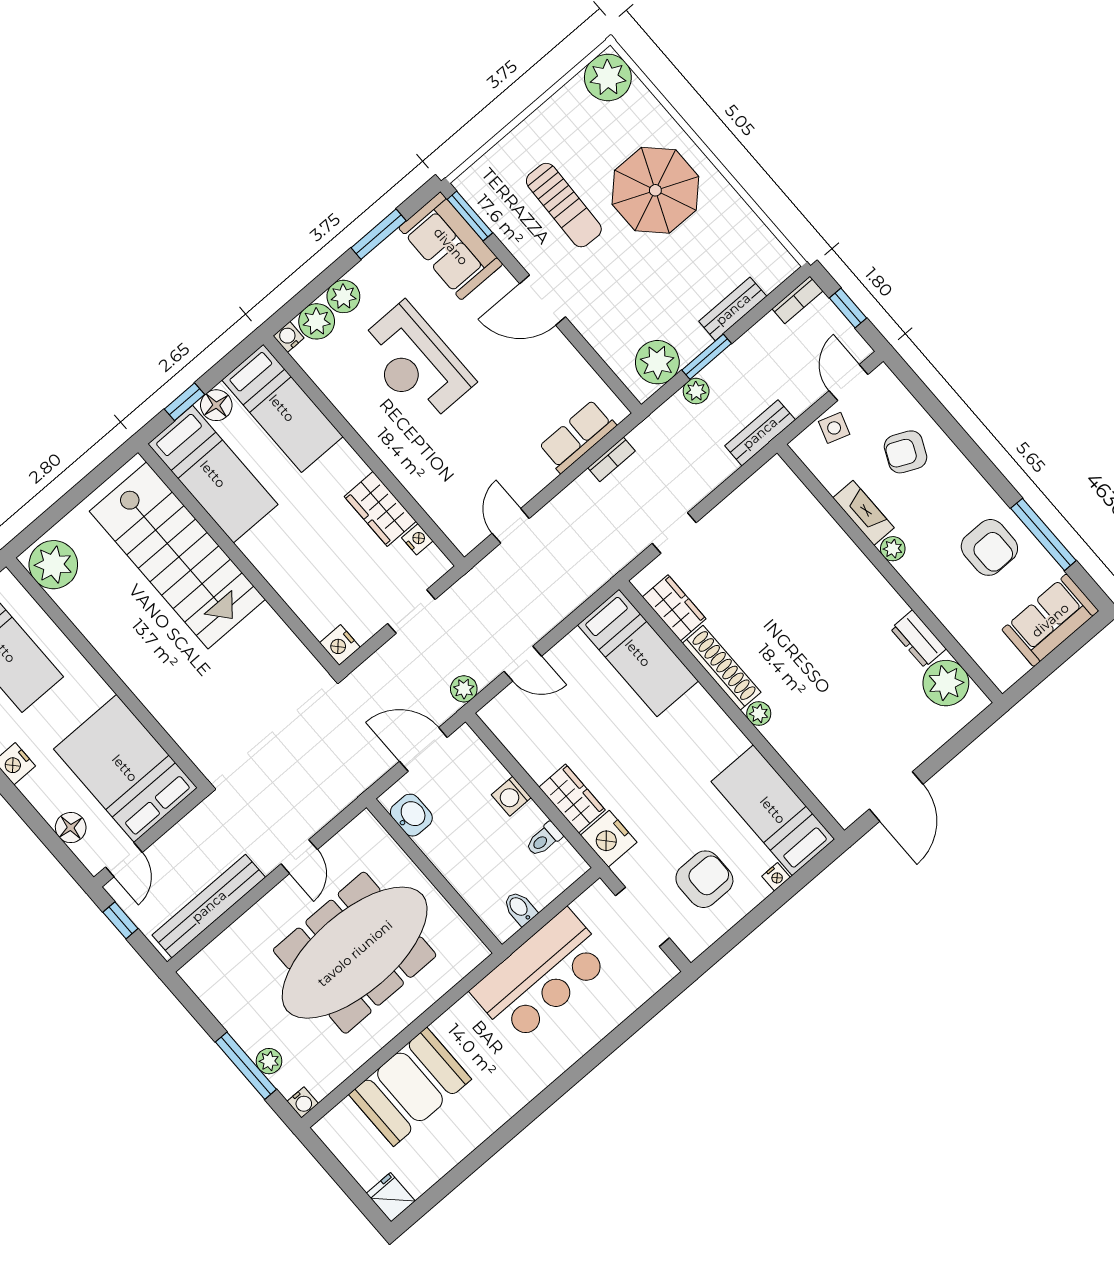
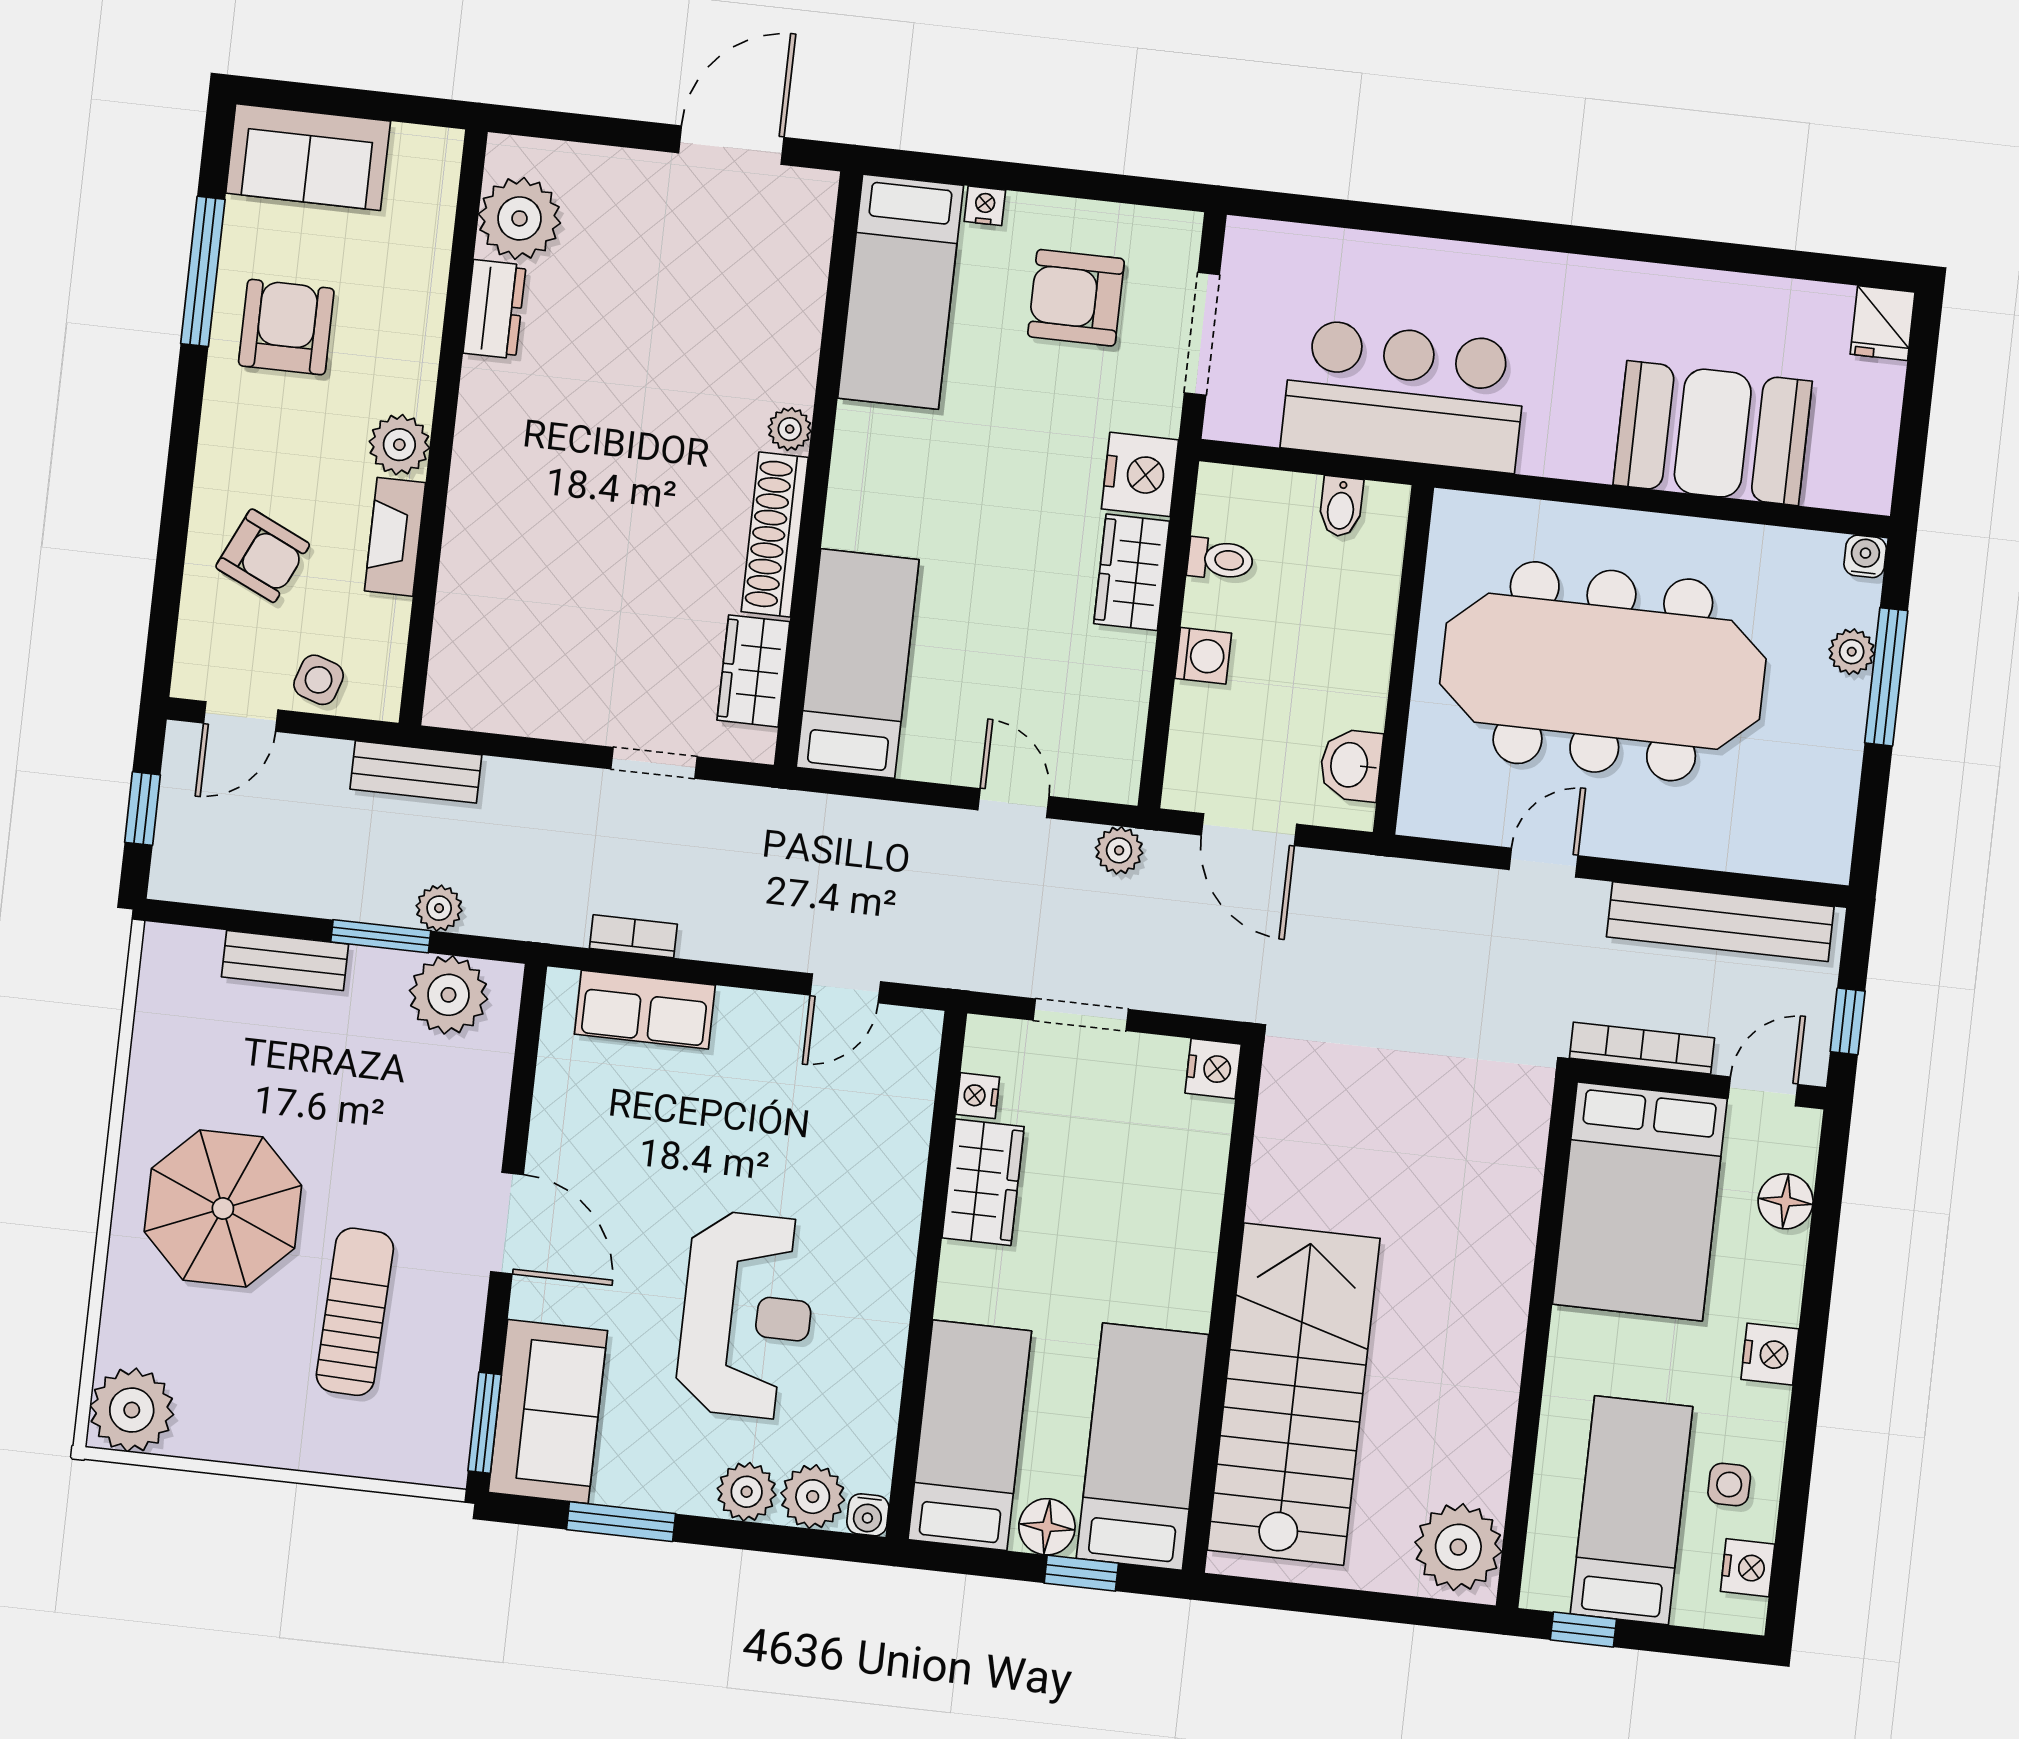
bookcase: (797, 300) -> (1642, 1048), moved, width x1.56
plant: (893, 549) -> (399, 445), width x1.38, depth x1.38

